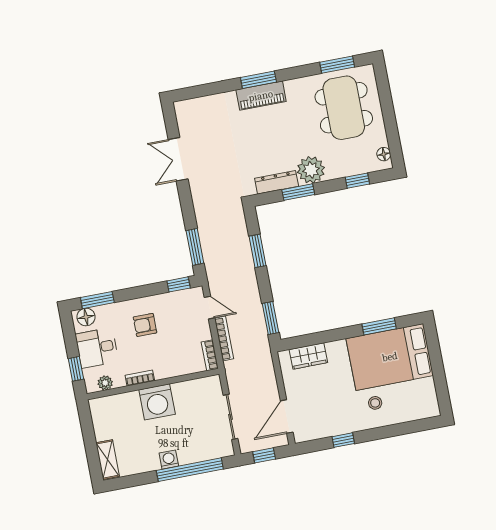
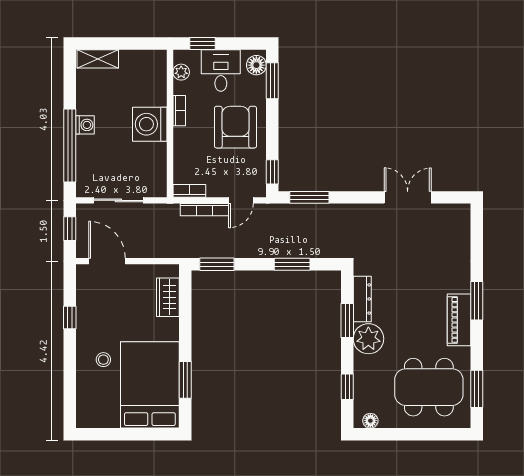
piano: (261, 96) -> (459, 320), moved
armchair: (145, 325) -> (236, 127), width x1.88, depth x1.88

